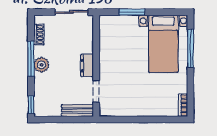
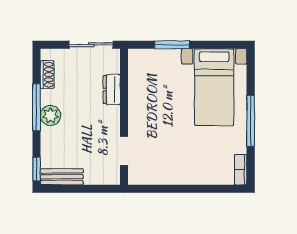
window: (190, 48) -> (251, 121), moved
dresser: (87, 66) -> (112, 90), moved
bench: (77, 110) -> (62, 177), moved

